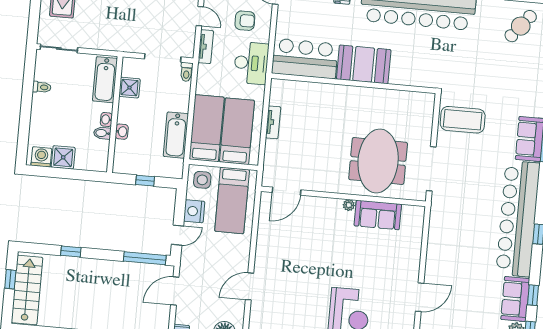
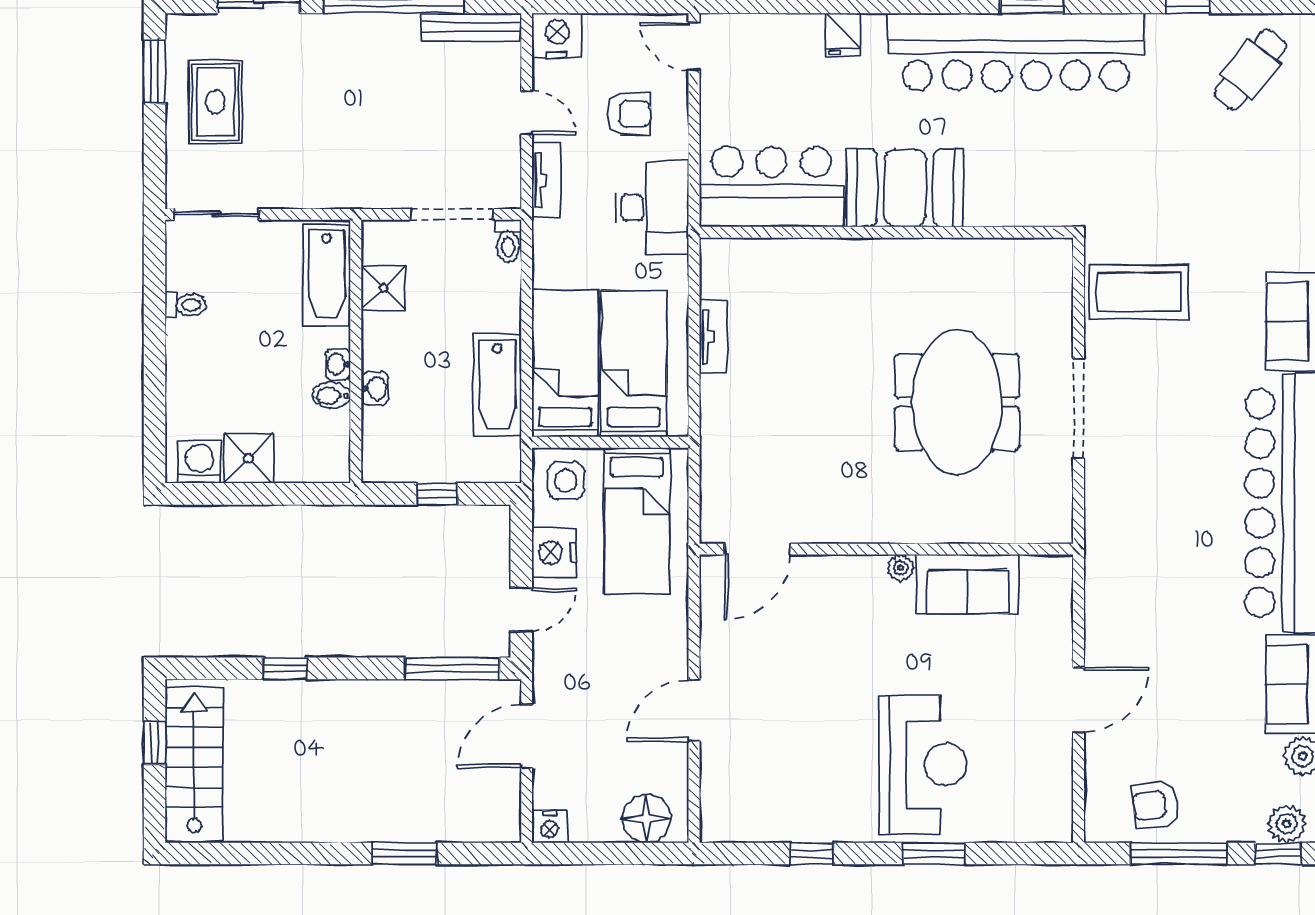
door: (286, 191) -> (758, 549), moved
wall: (343, 196) -> (886, 549), moved
plant: (349, 205) -> (901, 568), moved
sofa: (378, 215) -> (968, 584), moved

